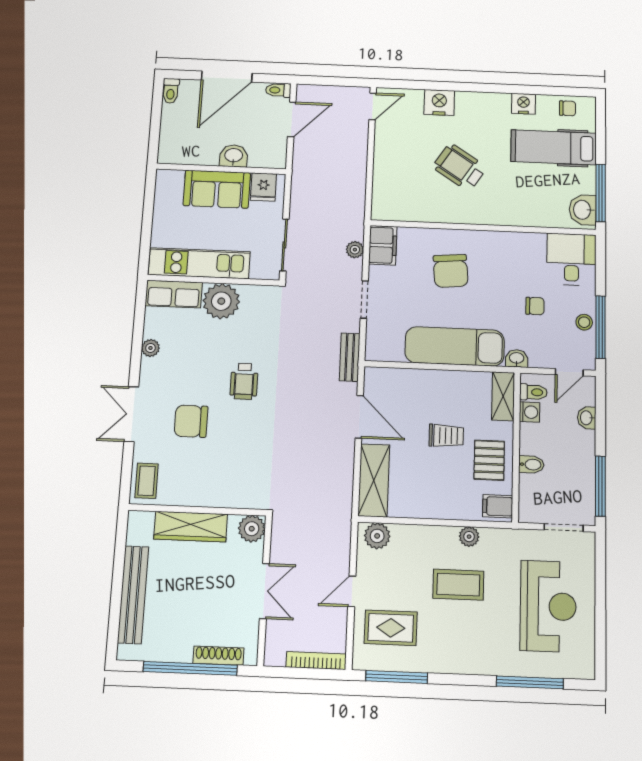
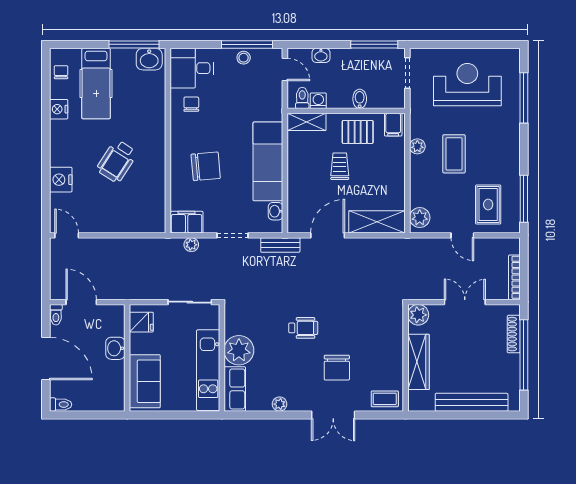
sofa: (217, 189) -> (145, 381), moved
chair: (535, 306) -> (191, 104), moved
washbasin: (517, 358) -> (276, 211), moved
bookcase: (316, 661) -> (514, 277), moved

